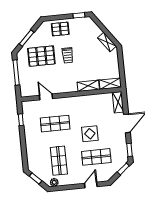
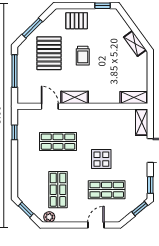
pallet: (41, 56) -> (49, 53), turned 90
shelving: (88, 86) -> (75, 97), moved

